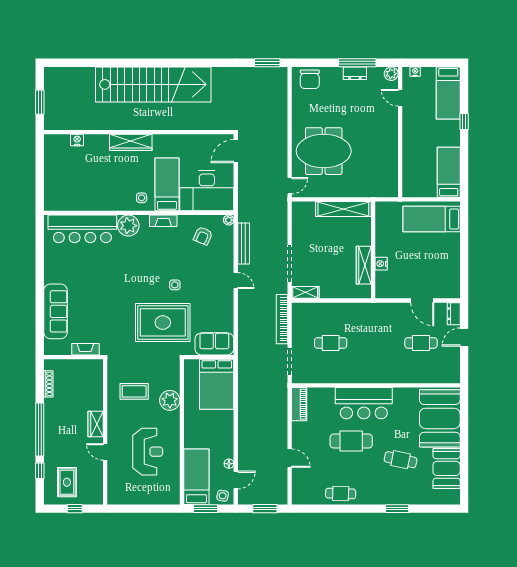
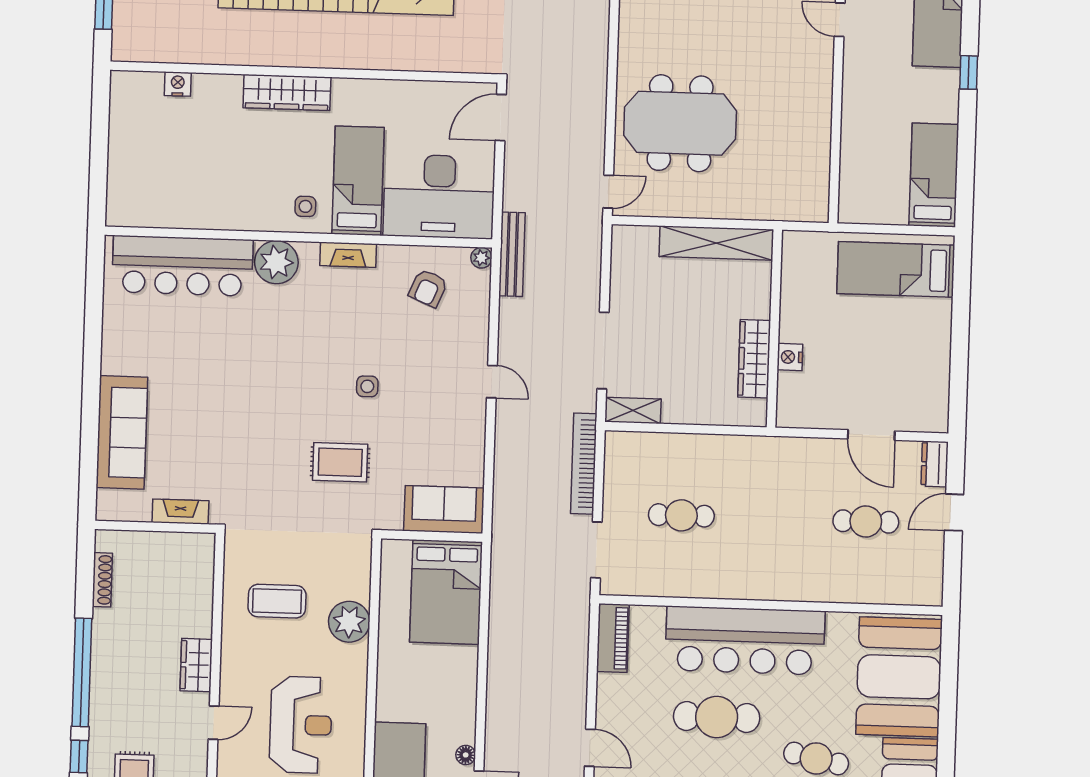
bench: (244, 244) -> (512, 254), moved
rug: (163, 322) -> (340, 462), width x0.54, depth x0.49
bar counter: (364, 403) -> (745, 641), width x1.36
door: (105, 452) -> (214, 723), swing flipped

